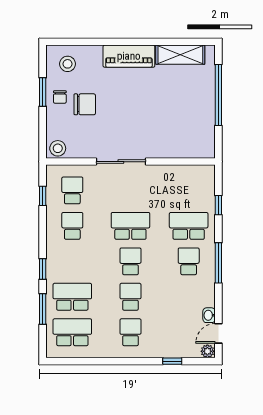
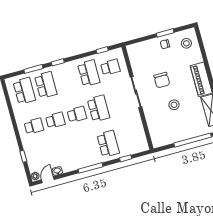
chair: (85, 104) -> (162, 80), moved
stool: (58, 148) -> (174, 105), moved
school desk: (72, 226) -> (89, 73), width x1.85
school desk: (189, 261) -> (87, 150), removed
door: (218, 333) -> (48, 180), hinge flipped

